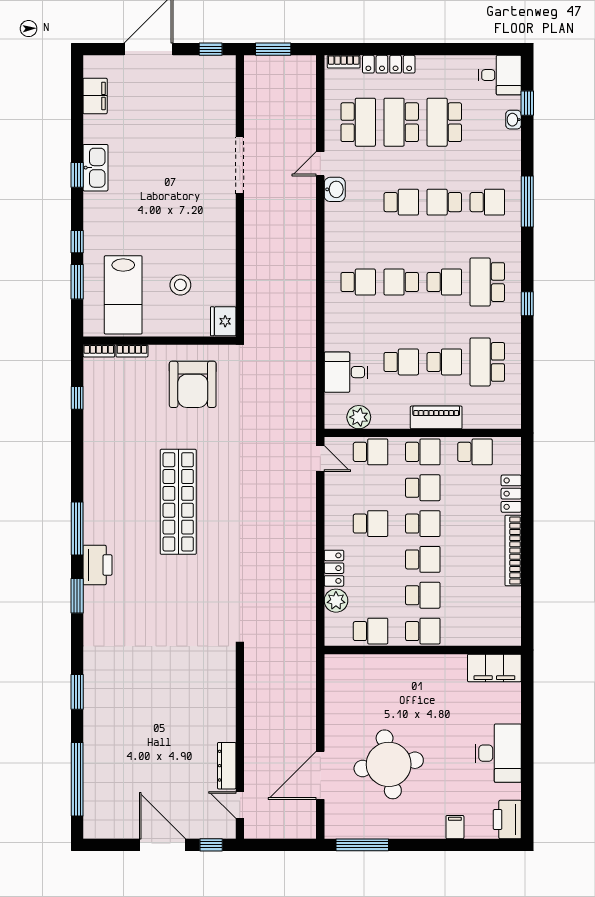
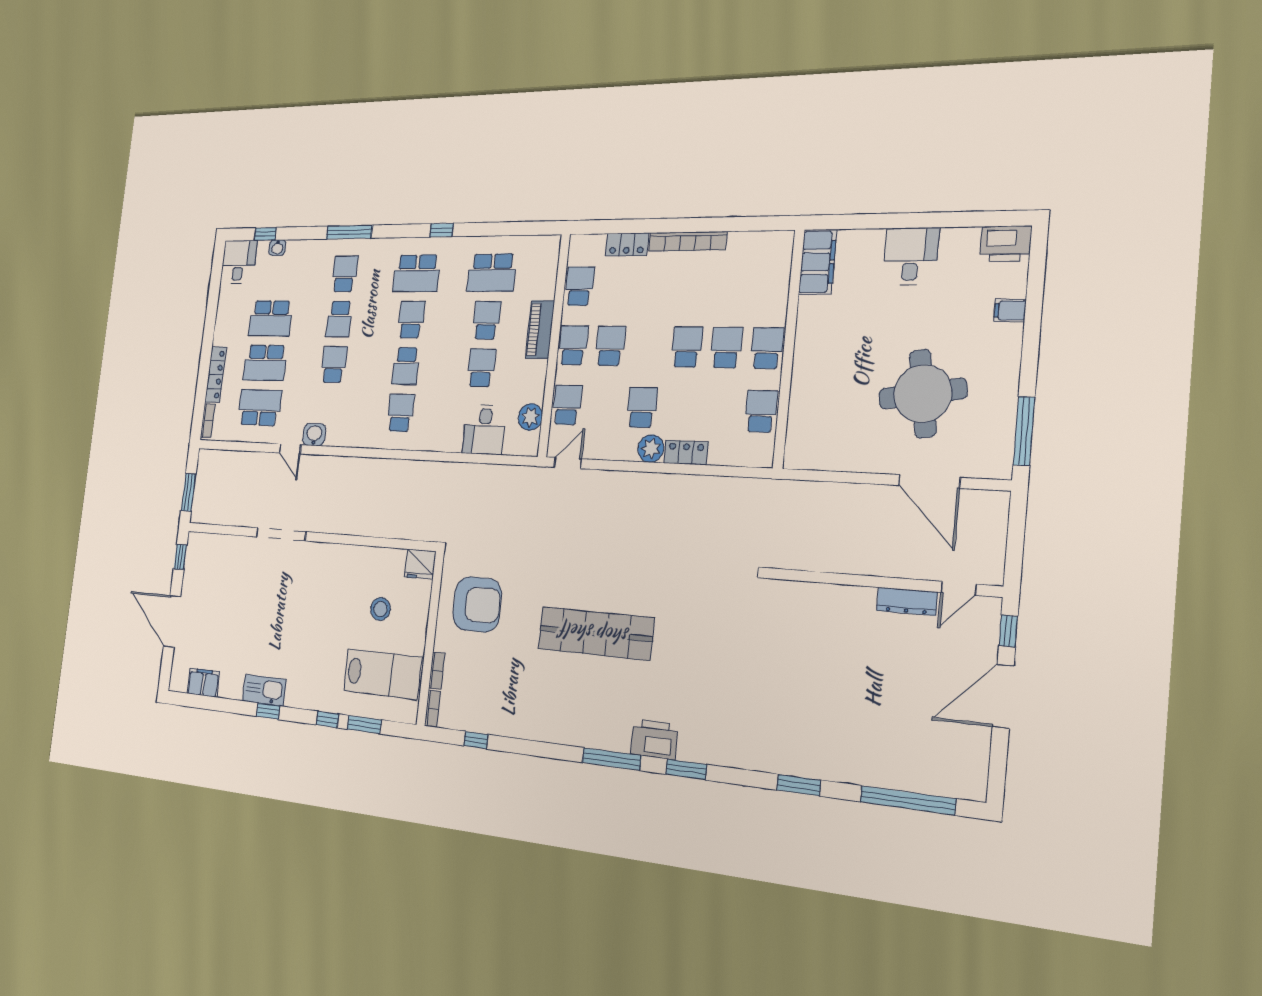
school desk: (423, 524) -> (648, 346), removed
plant: (336, 601) -> (651, 449), moved
desk: (498, 753) -> (911, 256), width x0.73

